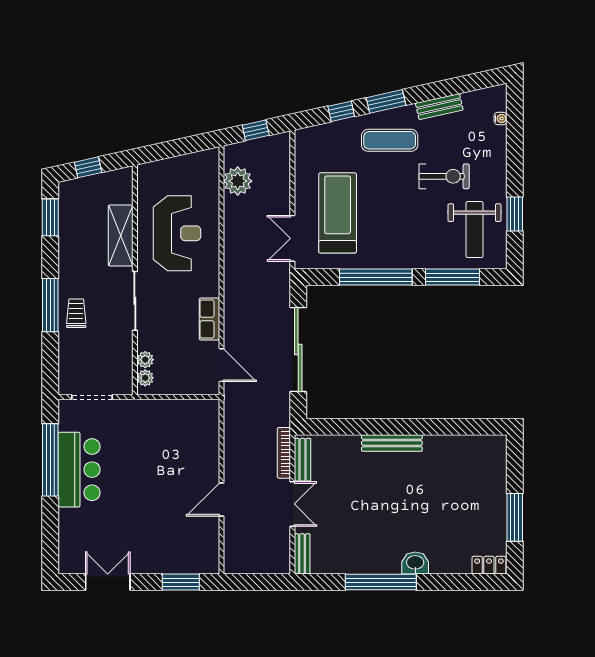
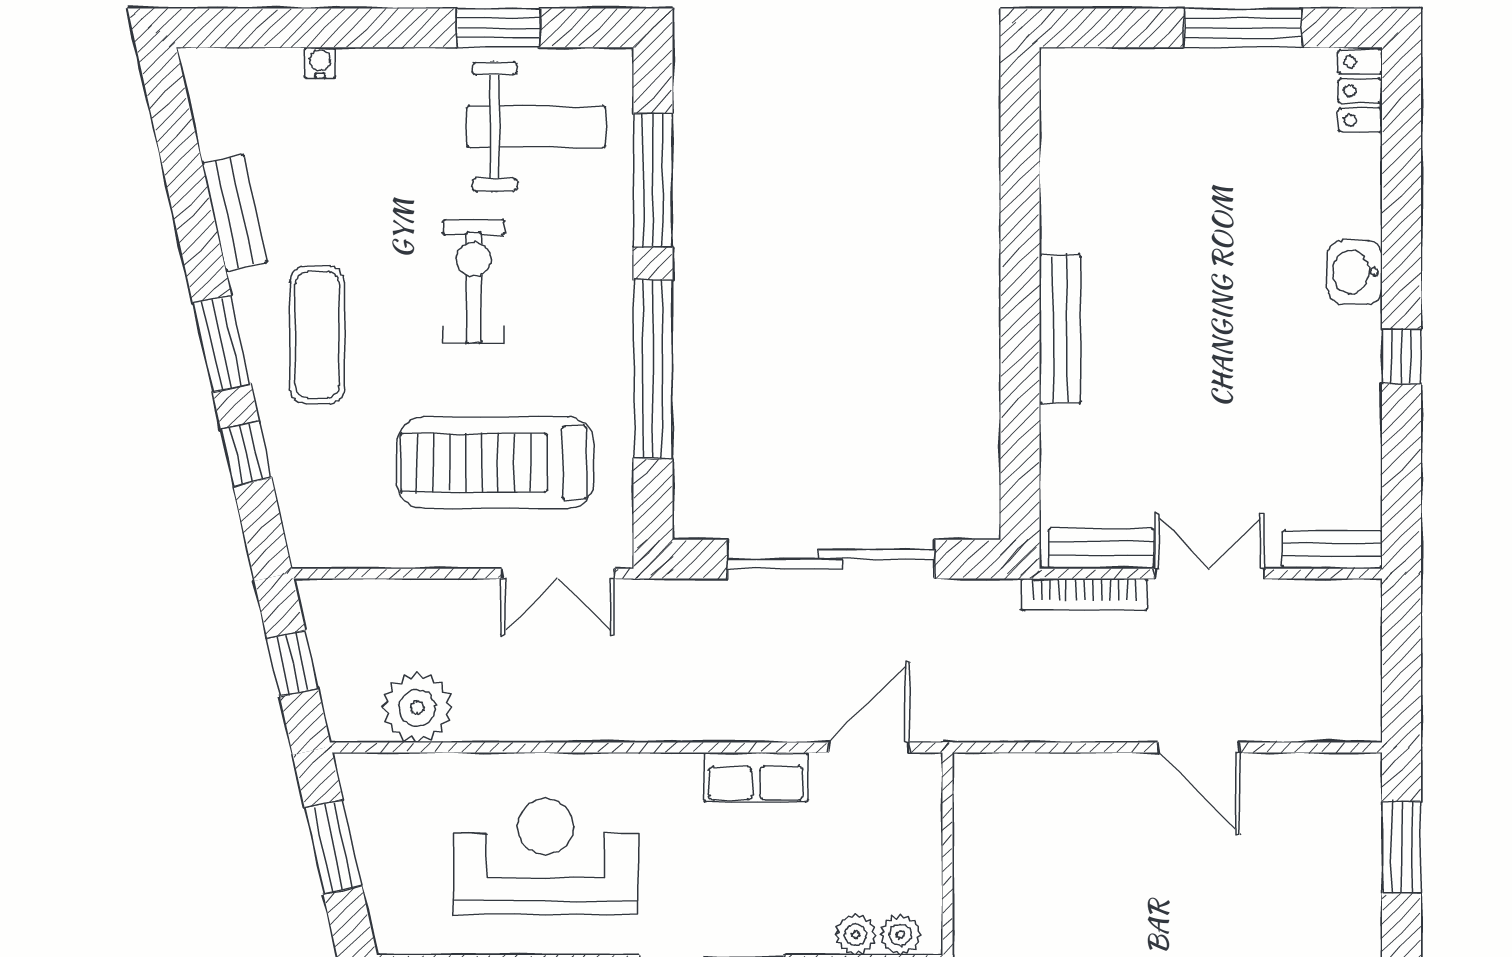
water cooler: (501, 118) -> (320, 63), moved
window: (181, 147) -> (333, 847), added
exercise bike: (444, 176) -> (474, 282), moved
window: (381, 582) -> (1401, 356), width x0.32

